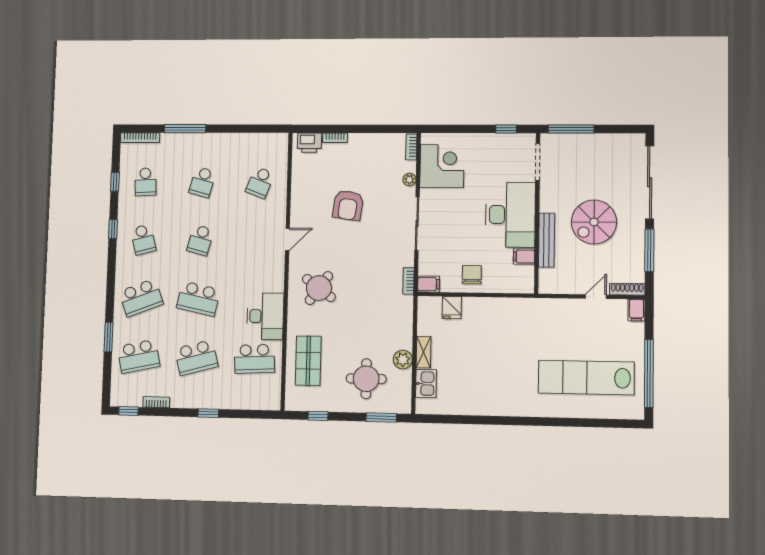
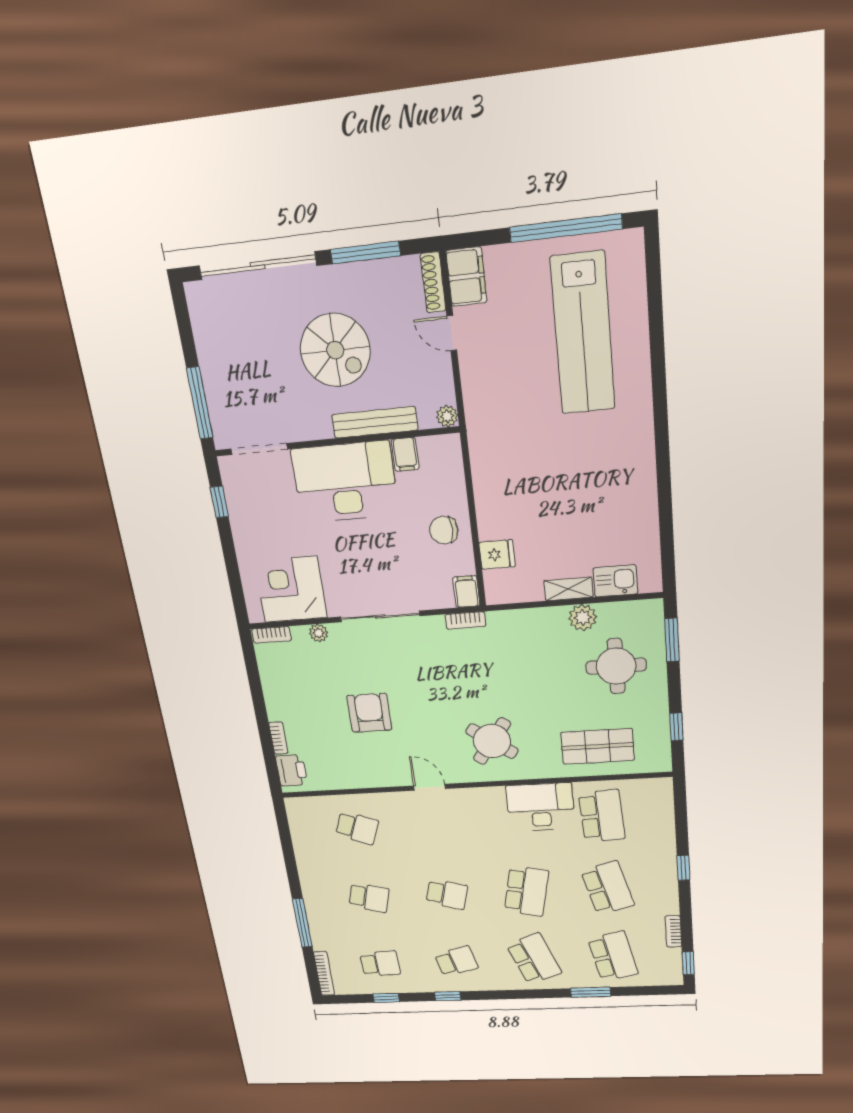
armchair: (348, 205) -> (369, 713), turned -98
plant: (545, 287) -> (447, 416), added
filing cabinet: (636, 310) -> (466, 277), width x2.00

